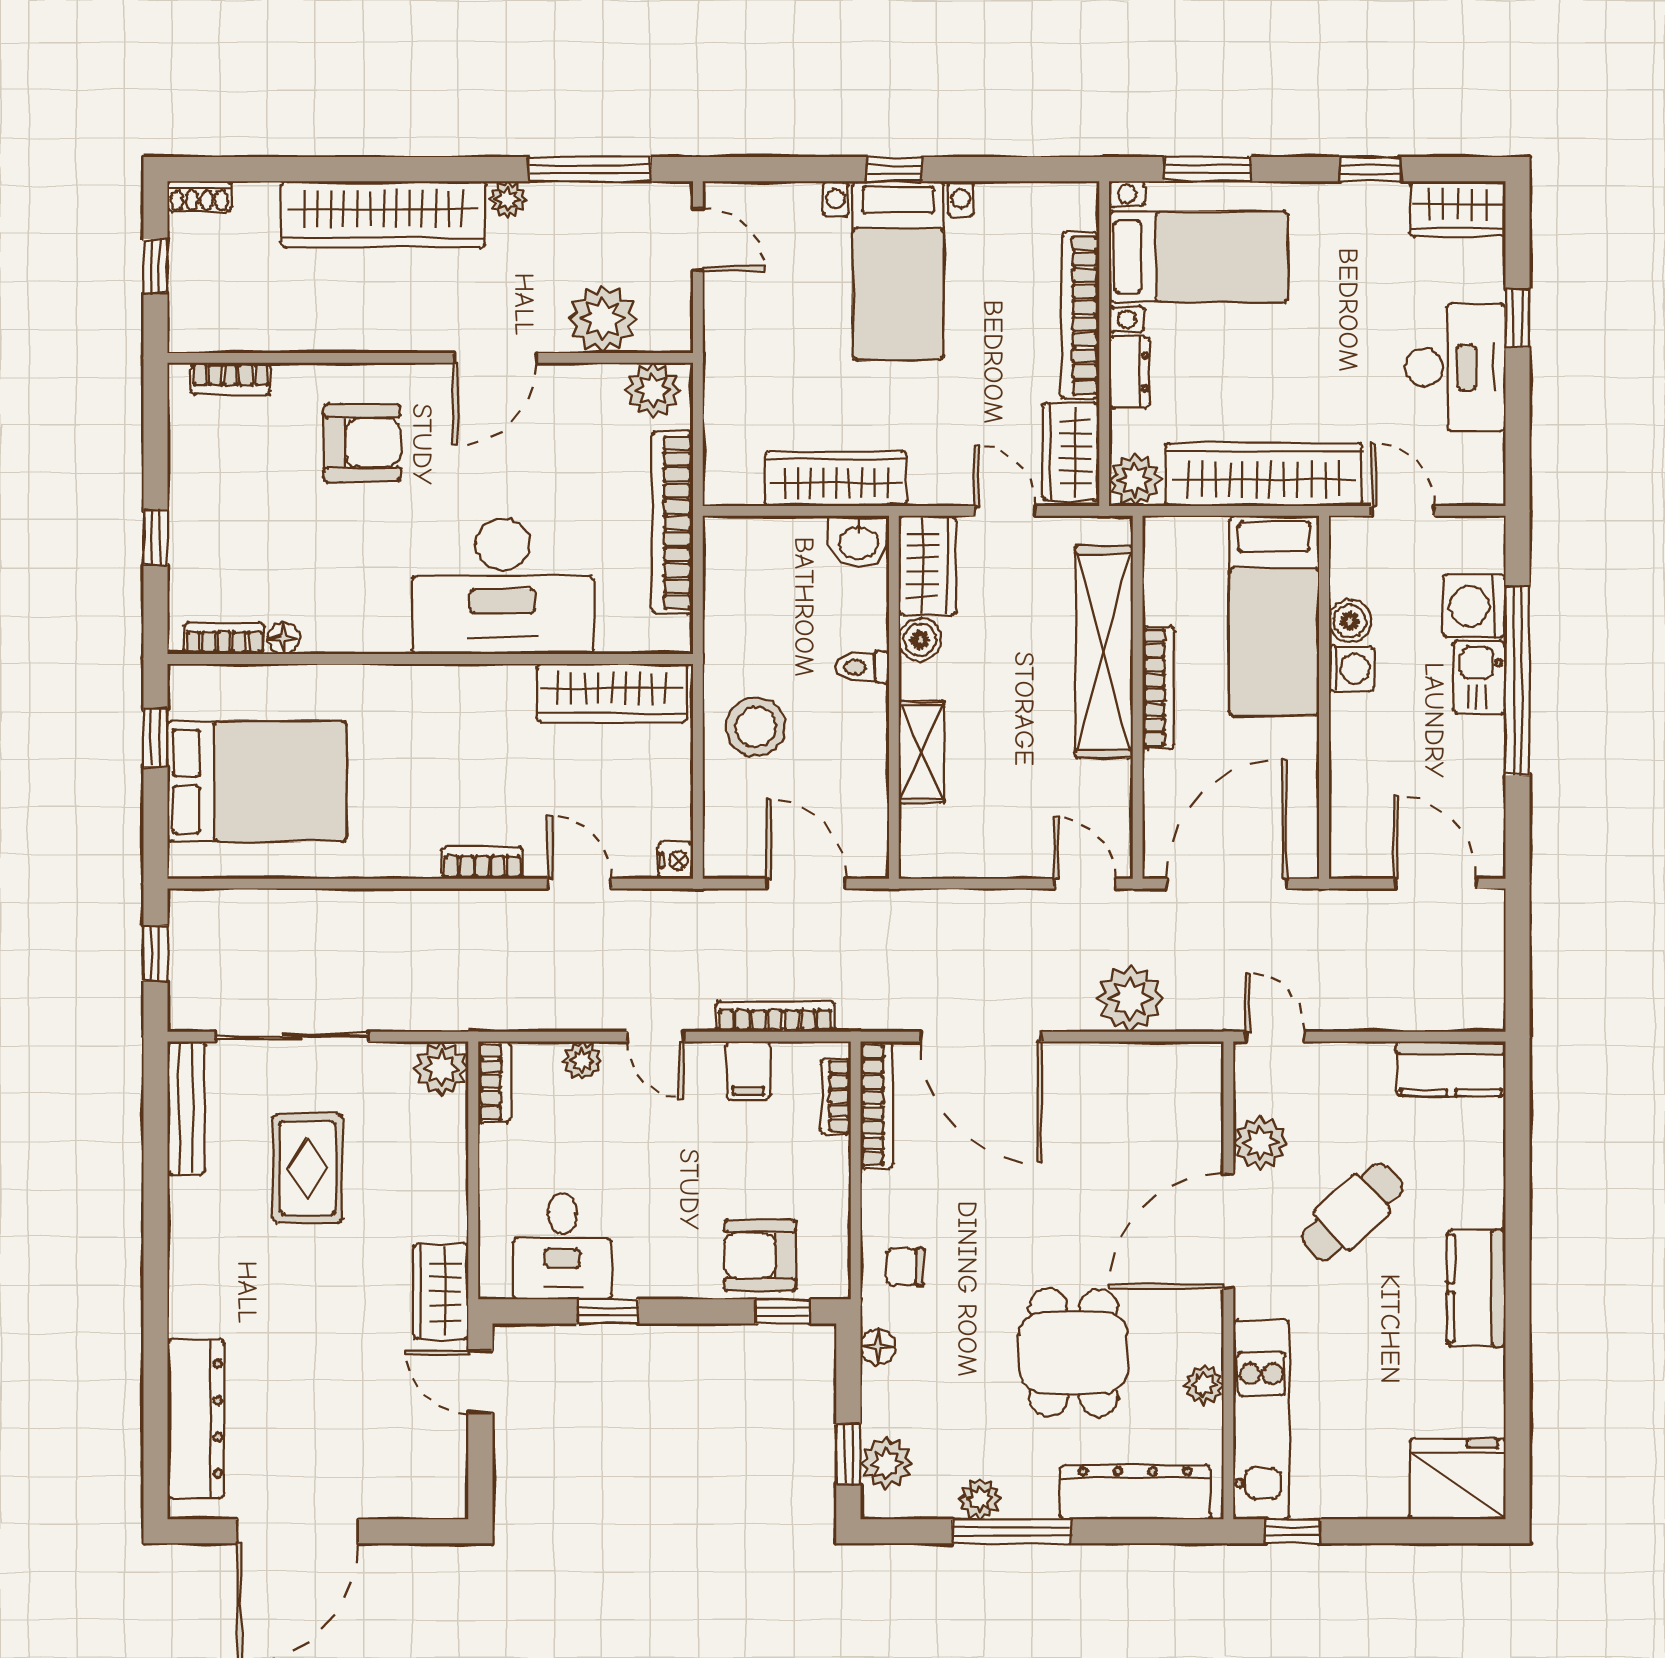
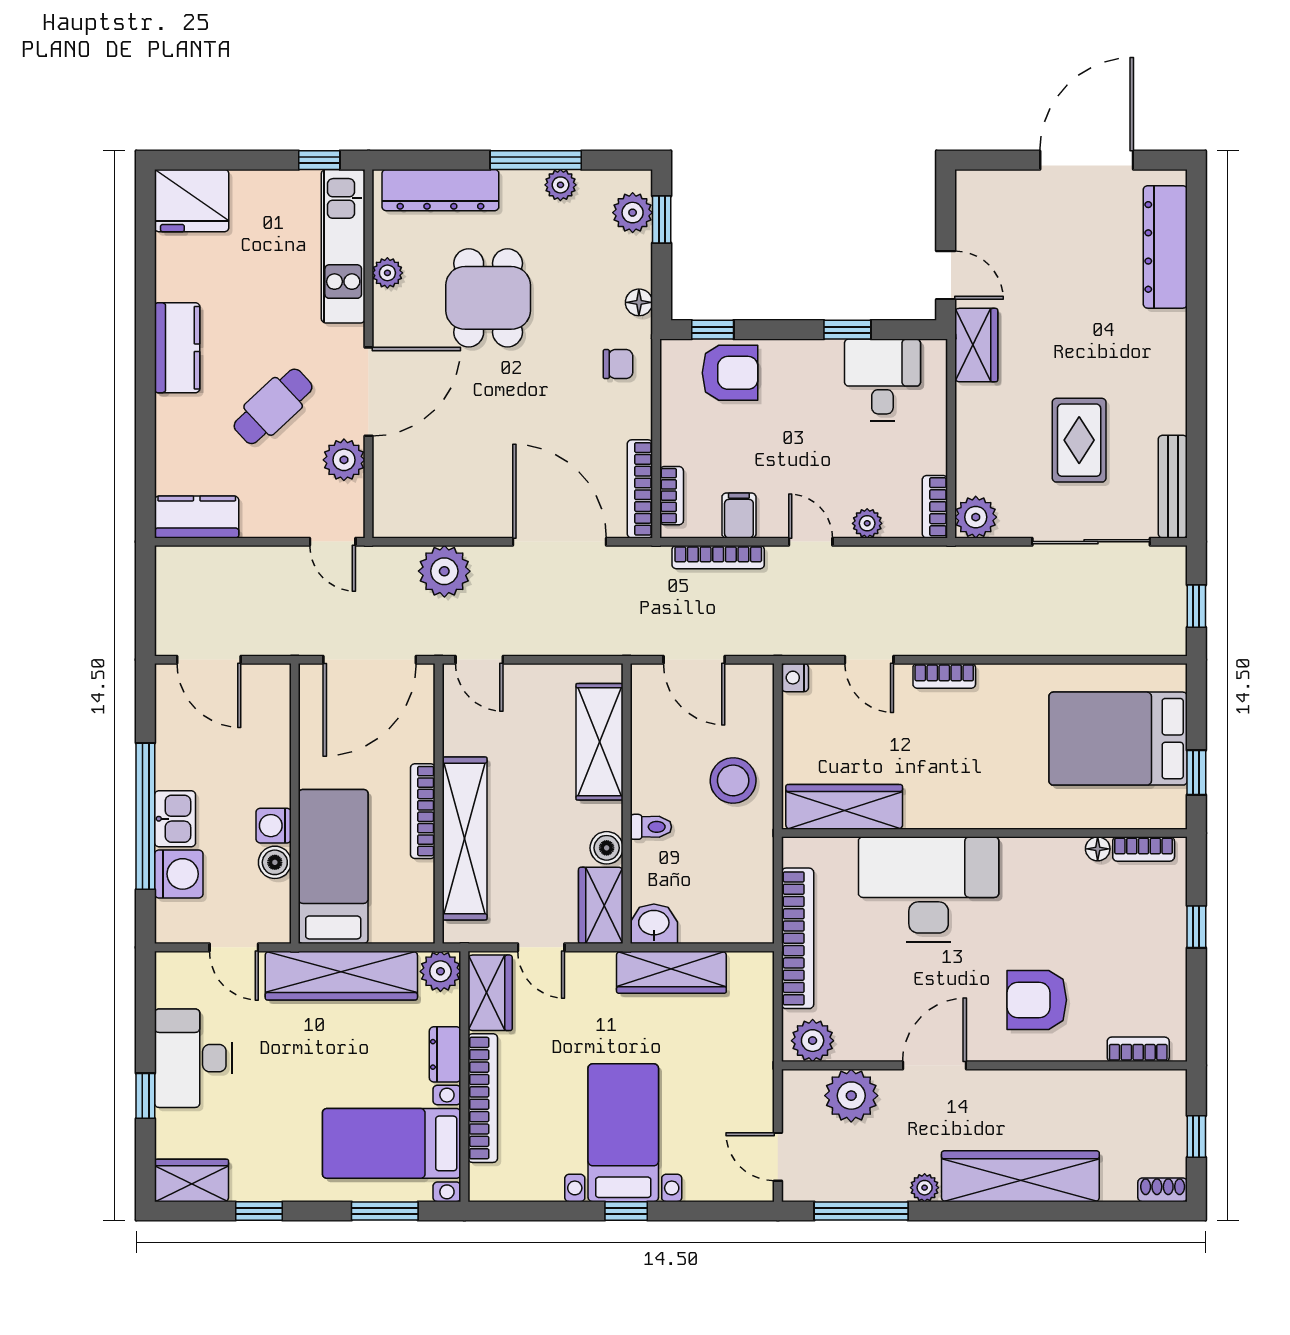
shelving: (921, 752) -> (600, 742), width x1.50, depth x1.33

